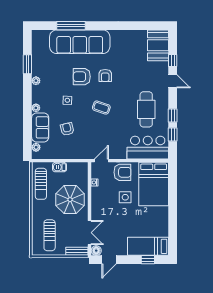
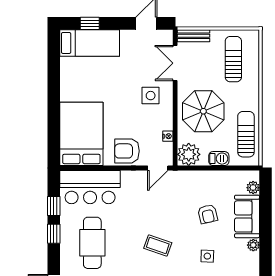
plant: (80, 170) -> (189, 154), added
side table: (125, 197) -> (151, 96), moved
floor lamp: (96, 251) -> (165, 37), removed

